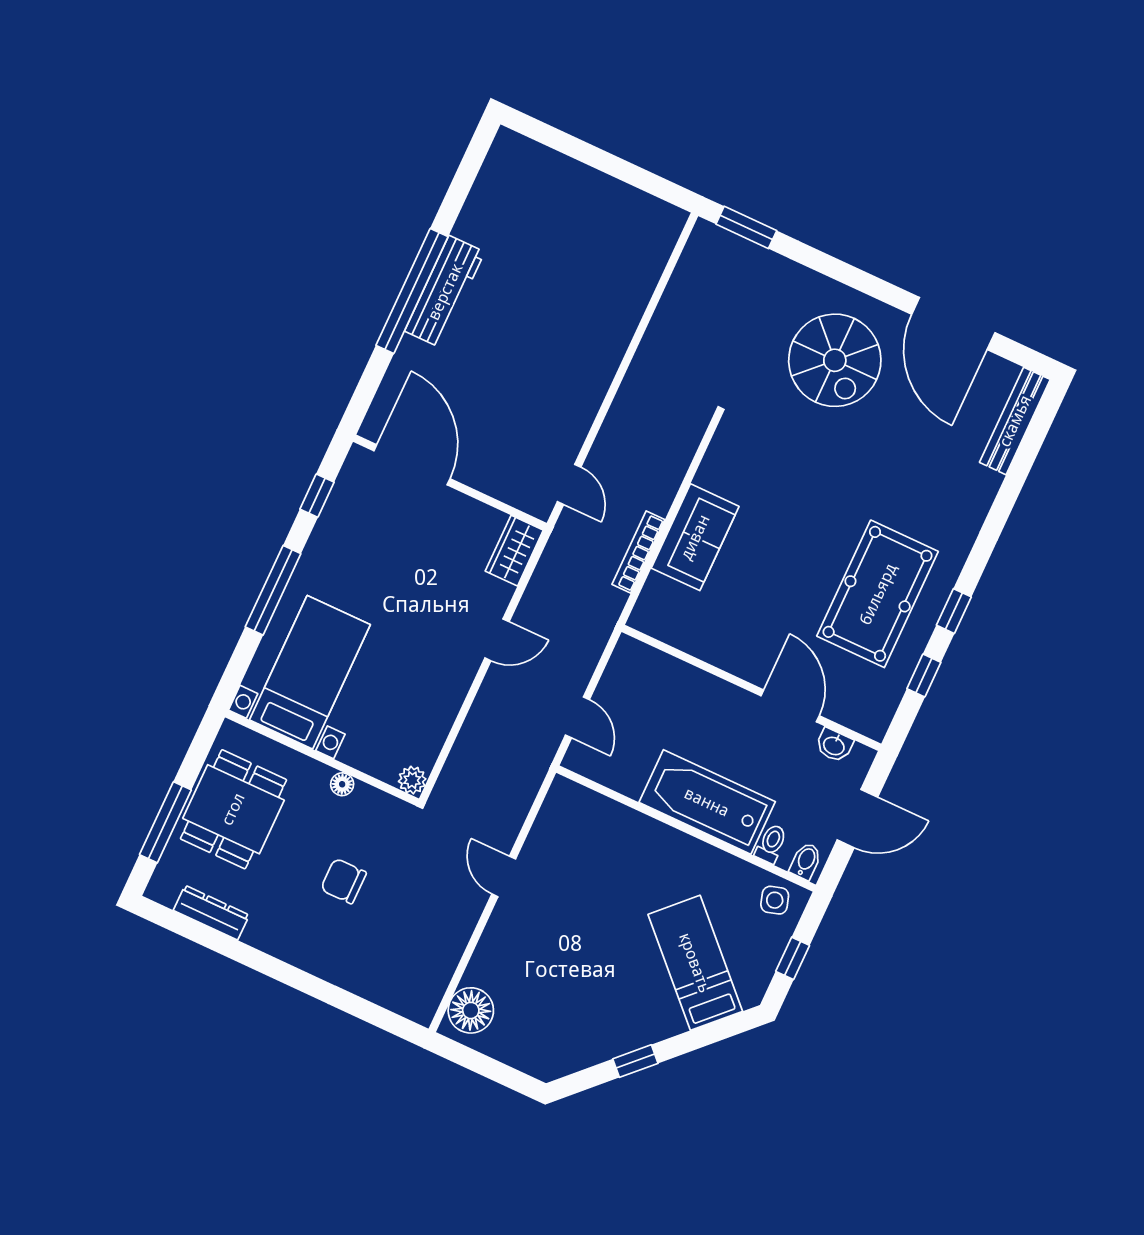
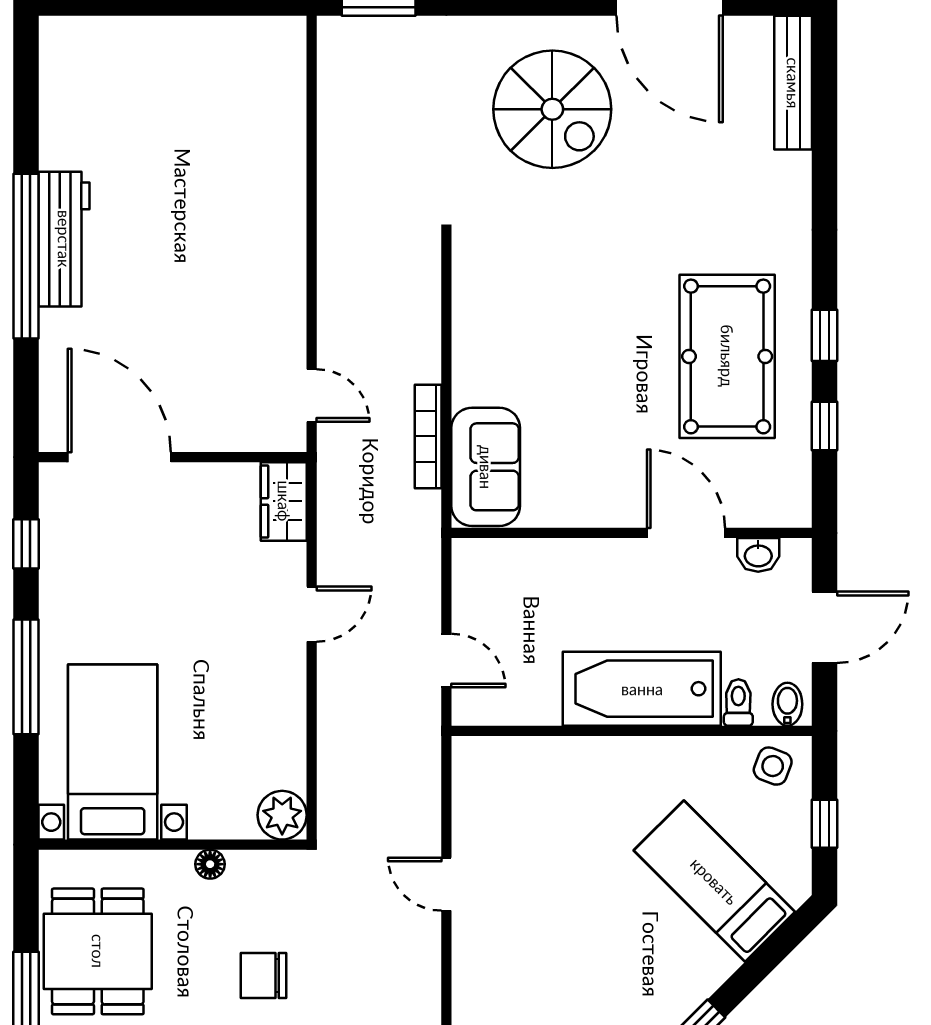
sofa: (695, 537) -> (486, 467), moved
plant: (412, 780) -> (282, 815), width x1.38, depth x1.38
side table: (775, 900) -> (773, 766), turned 38

